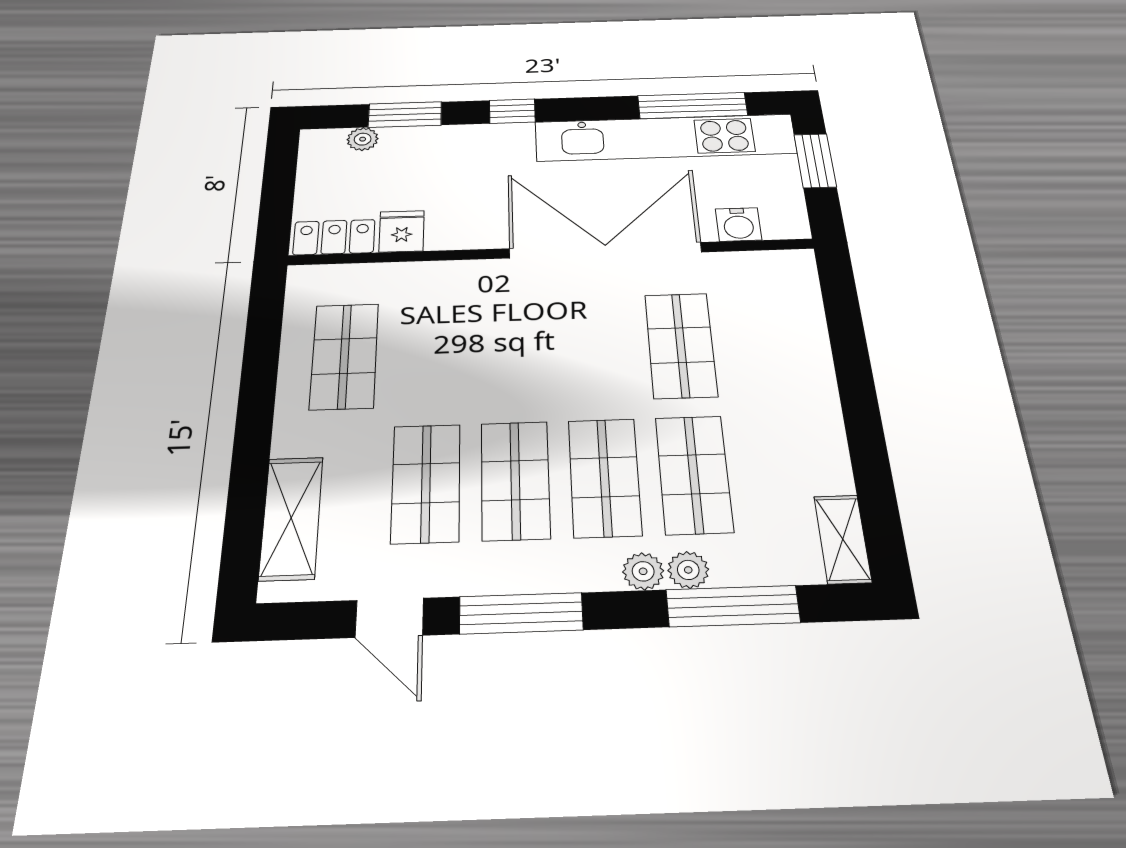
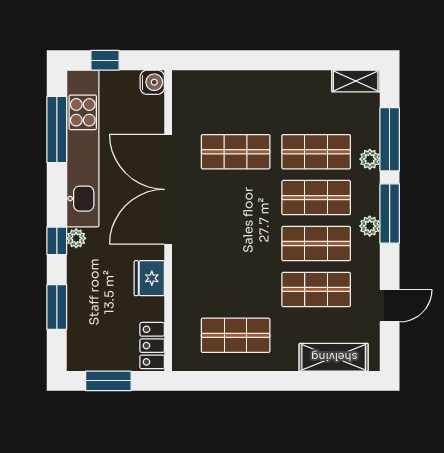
plant: (363, 139) -> (76, 238), moved
window: (815, 161) -> (105, 60), width x0.67
window: (279, 182) -> (108, 381), added
water cooler: (738, 224) -> (152, 82), moved
fridge: (402, 231) -> (149, 278), moved, width x1.38
plant: (643, 571) -> (370, 226), moved
window: (521, 613) -> (390, 213), moved

